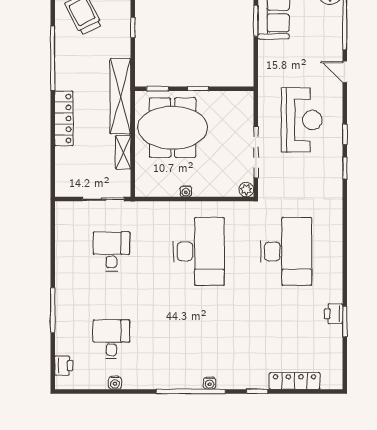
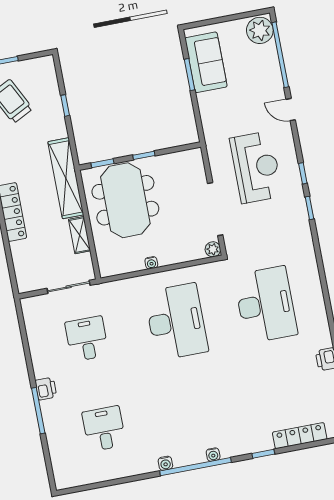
meeting table: (173, 128) -> (125, 200), turned 90
printer: (64, 366) -> (46, 389), moved
water cooler: (115, 383) -> (165, 463), moved

